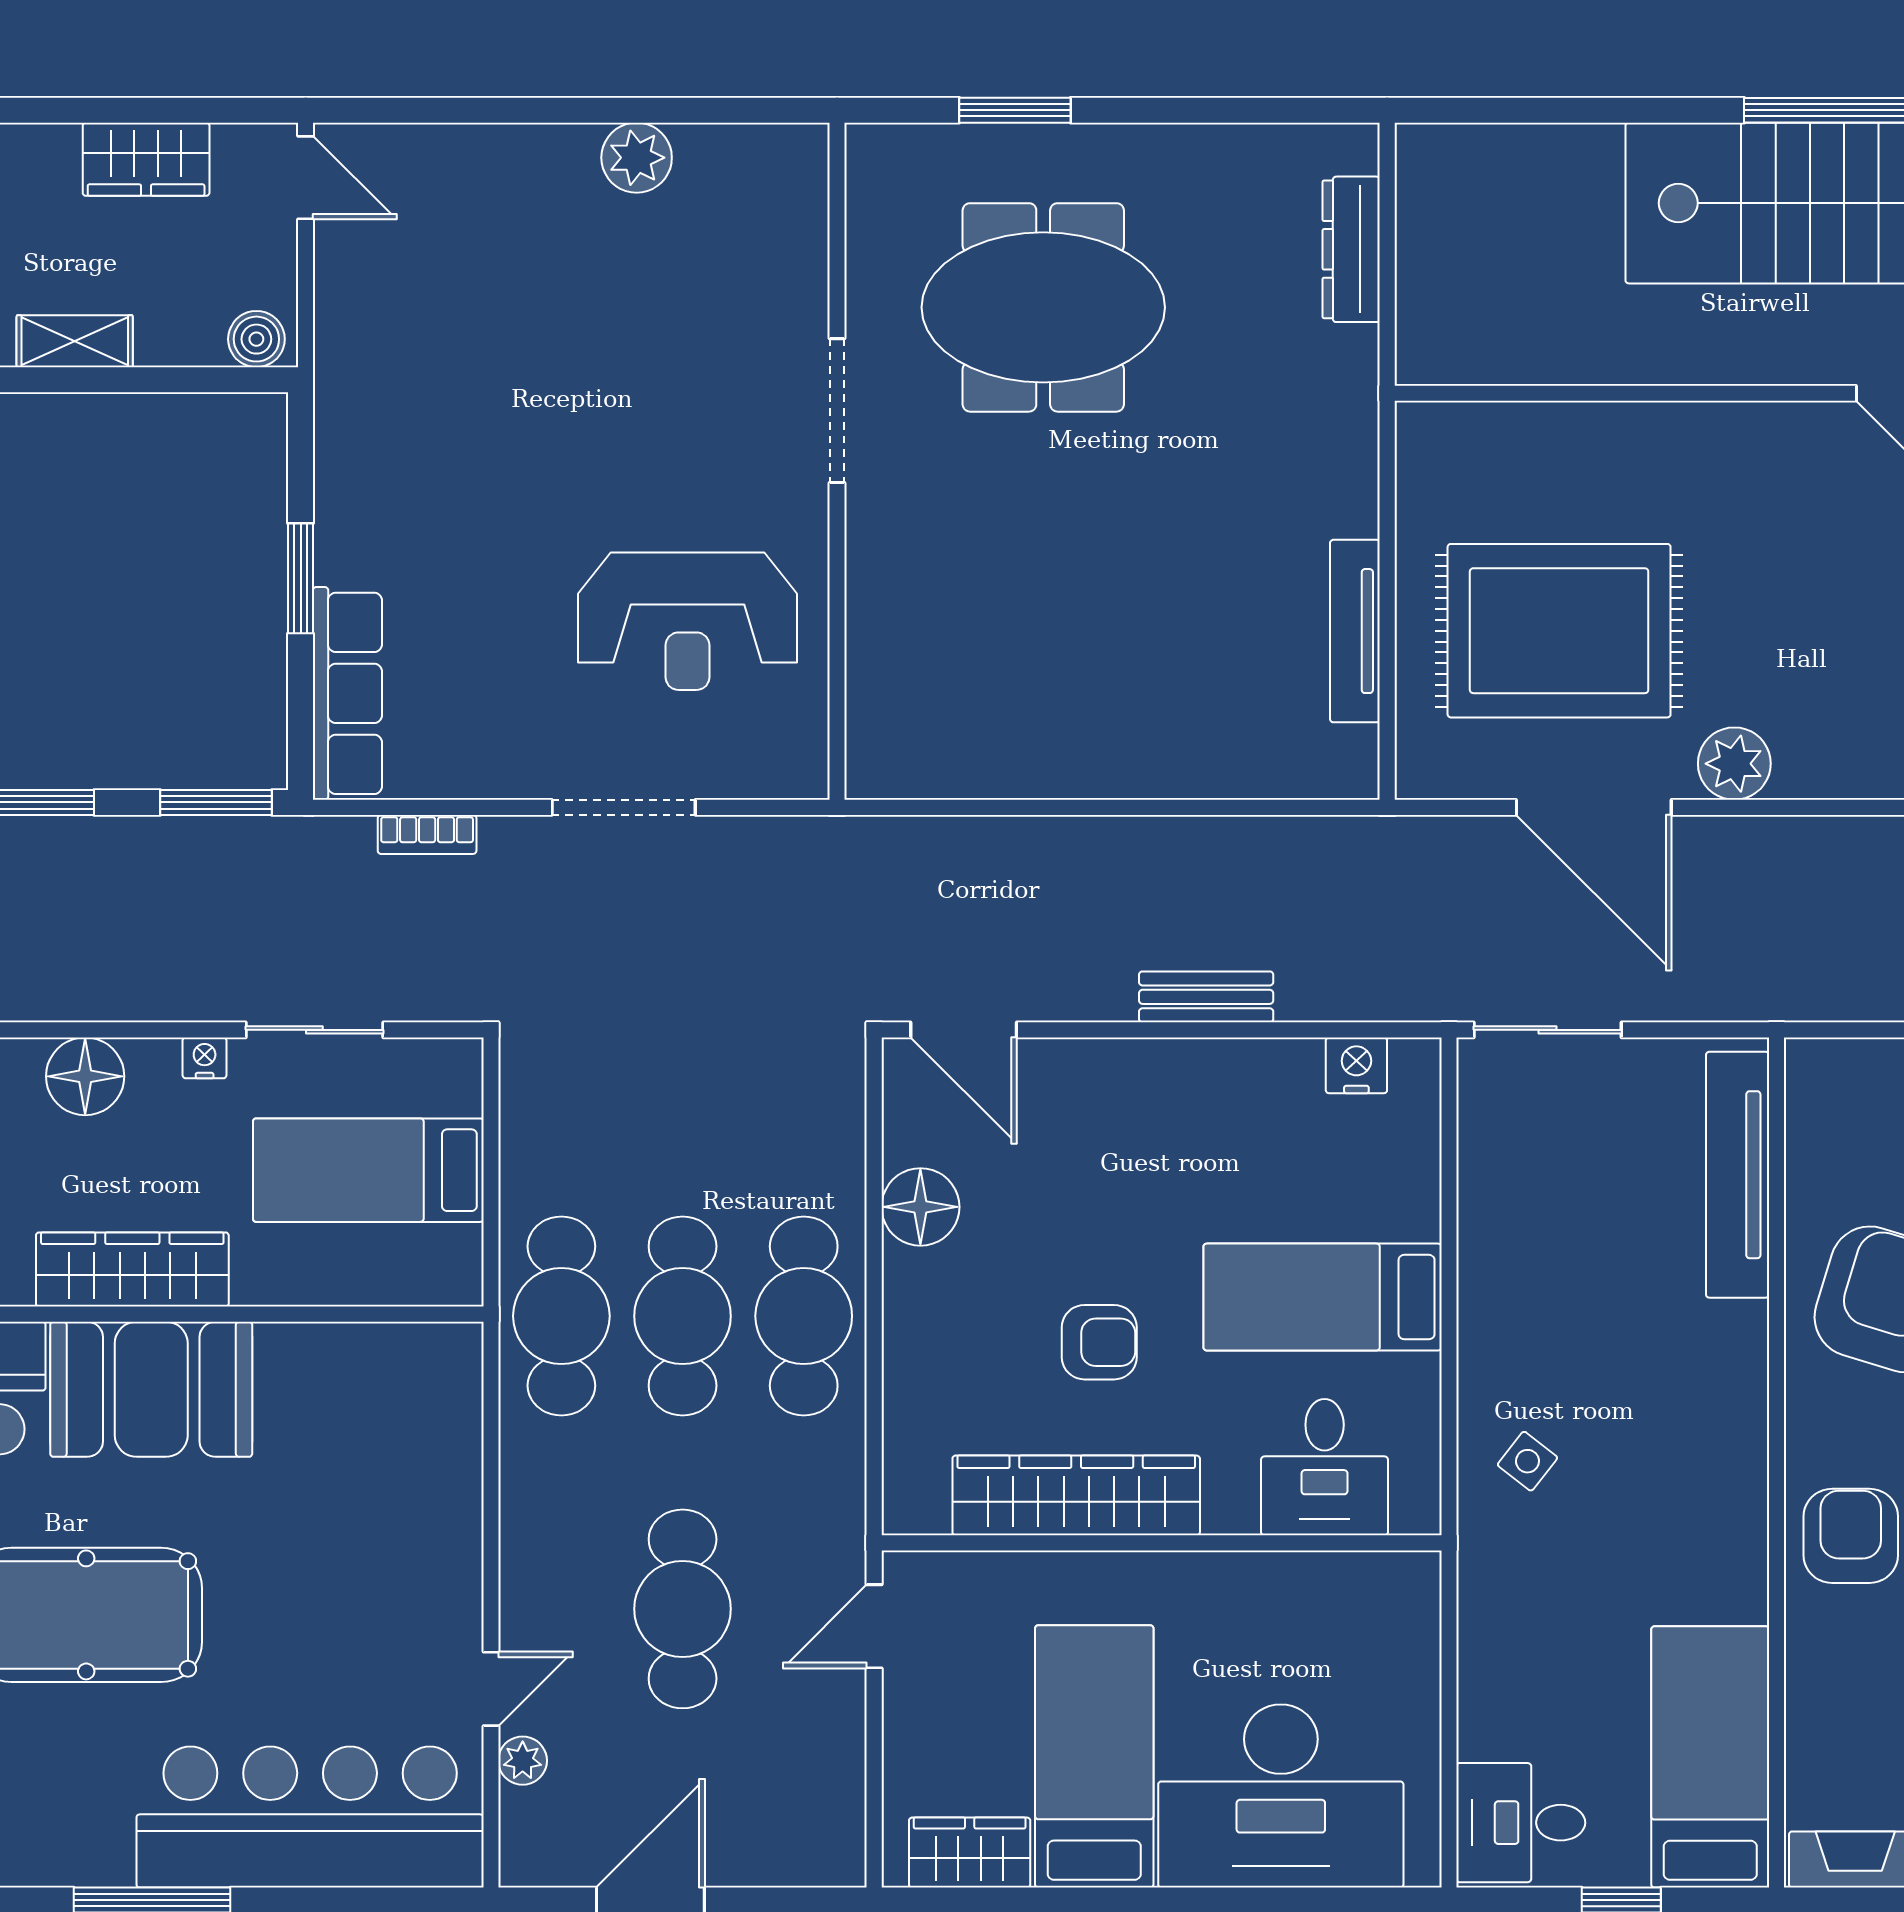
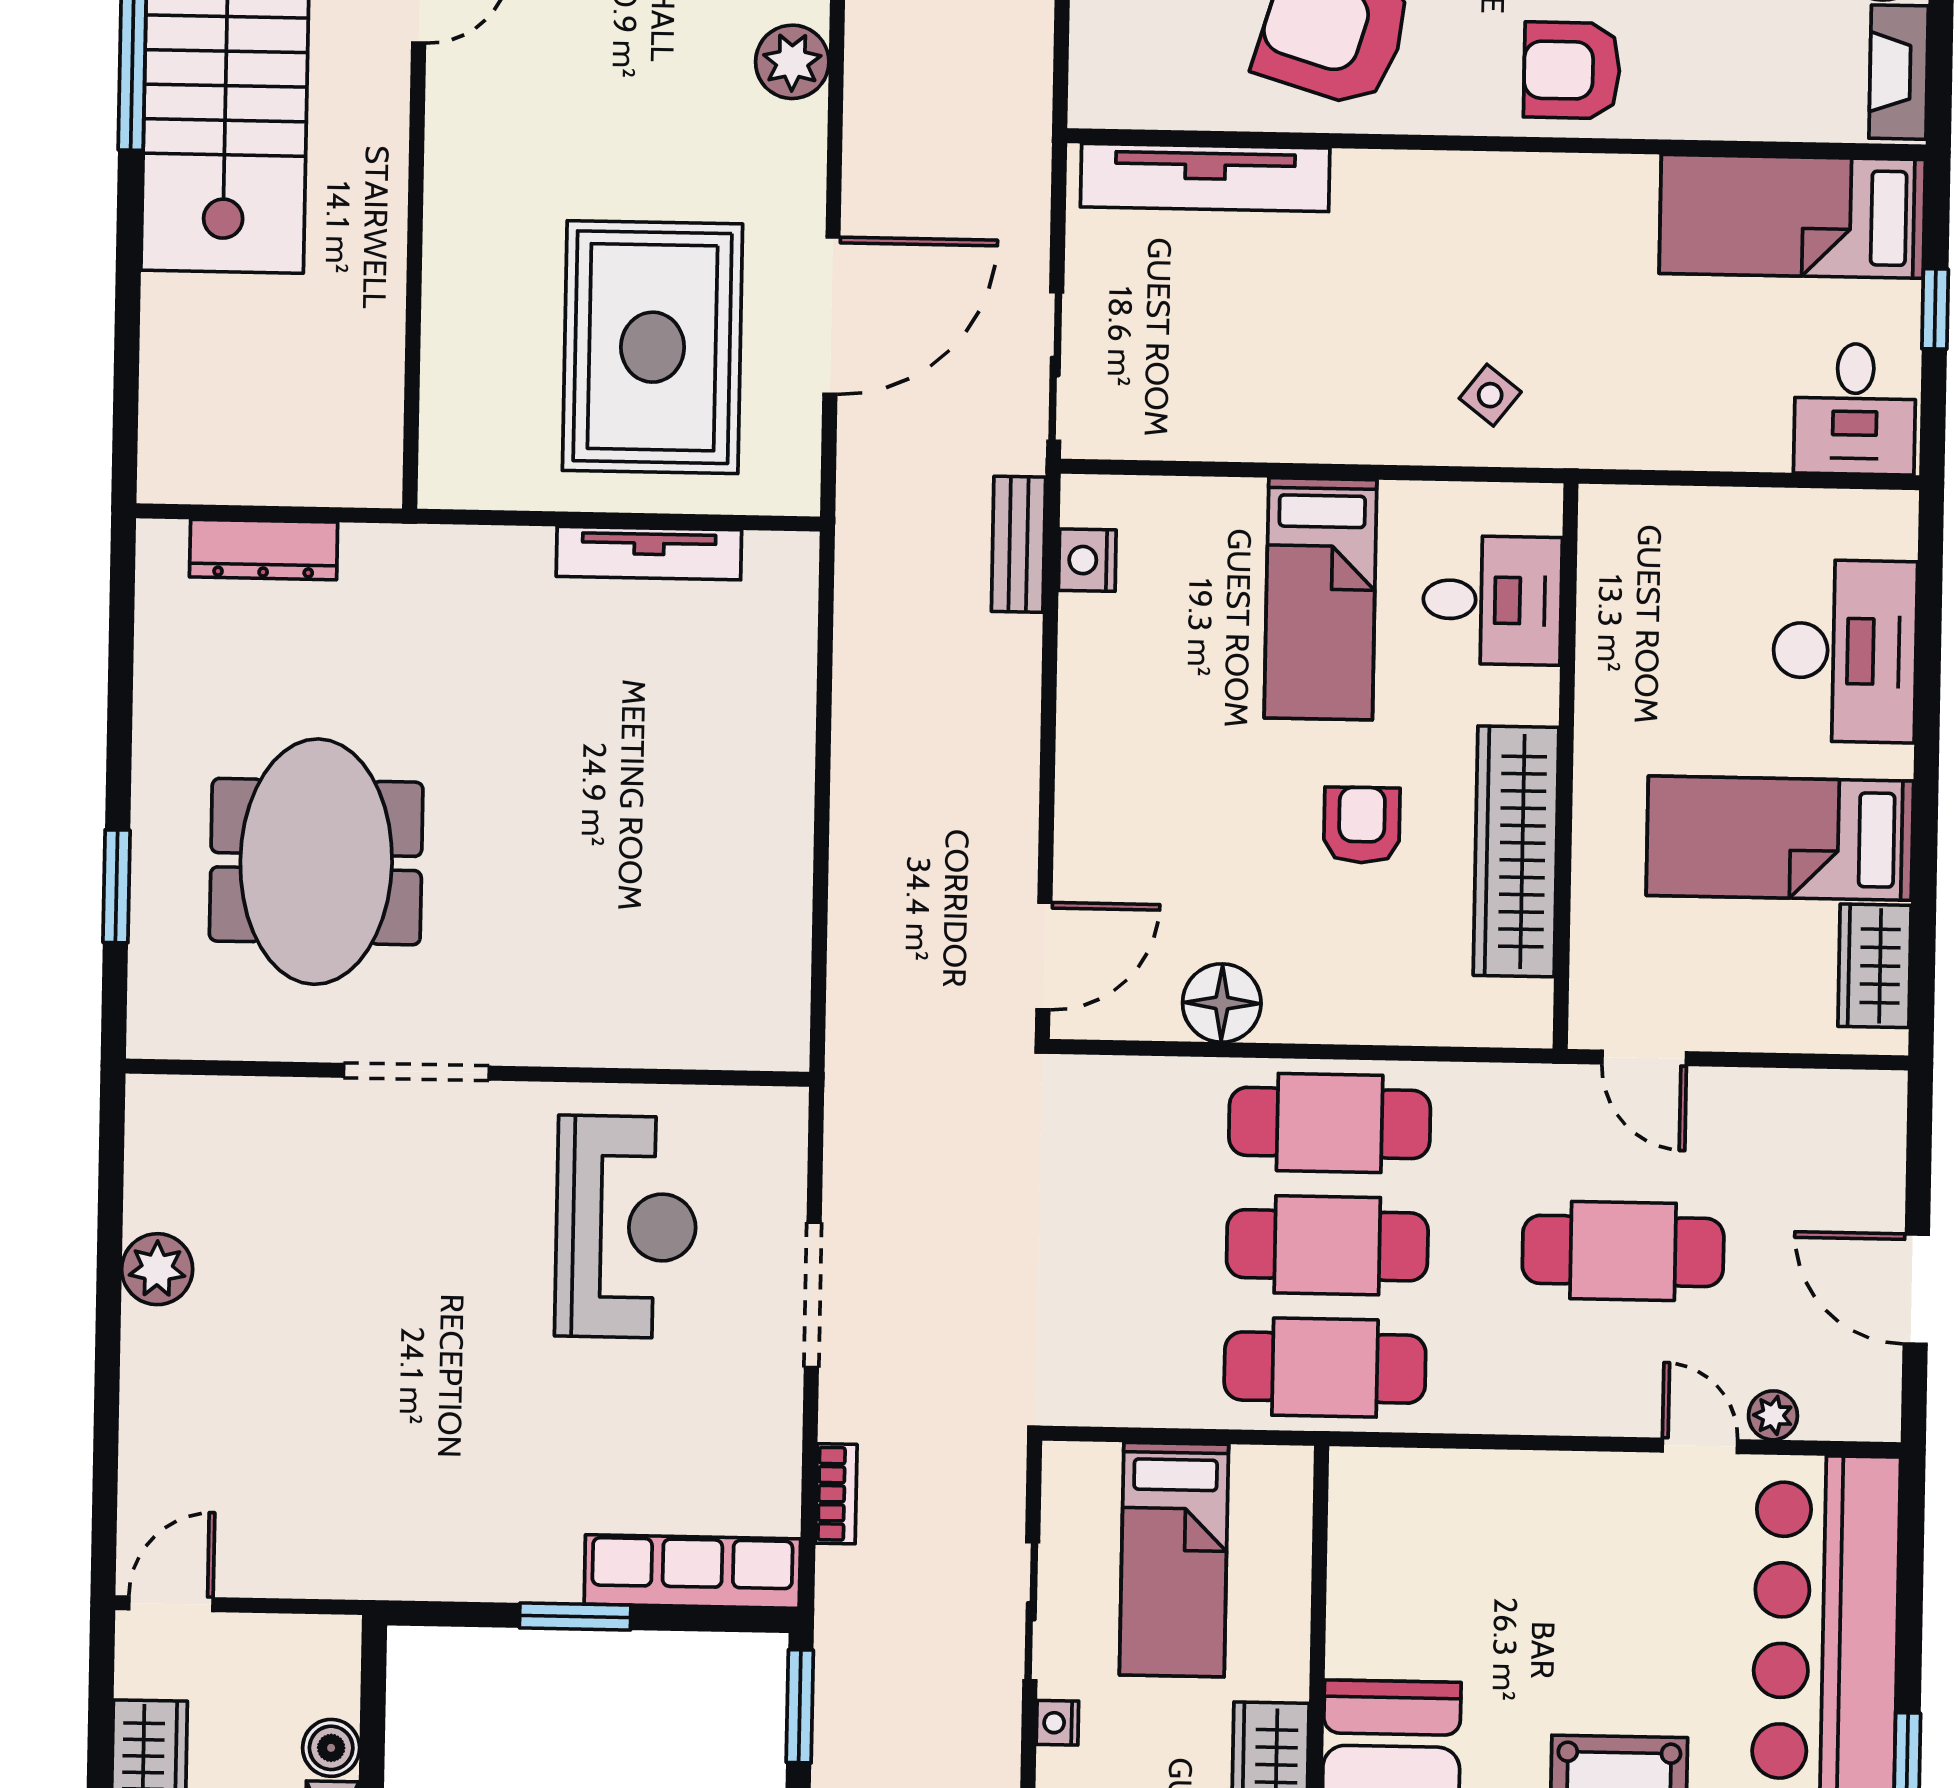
boiler: (256, 339) -> (331, 1748), moved
plant: (1734, 764) -> (792, 62), moved
bench: (1206, 997) -> (1018, 544), moved
desk: (1281, 1796) -> (1845, 651), width x0.73, depth x0.77

